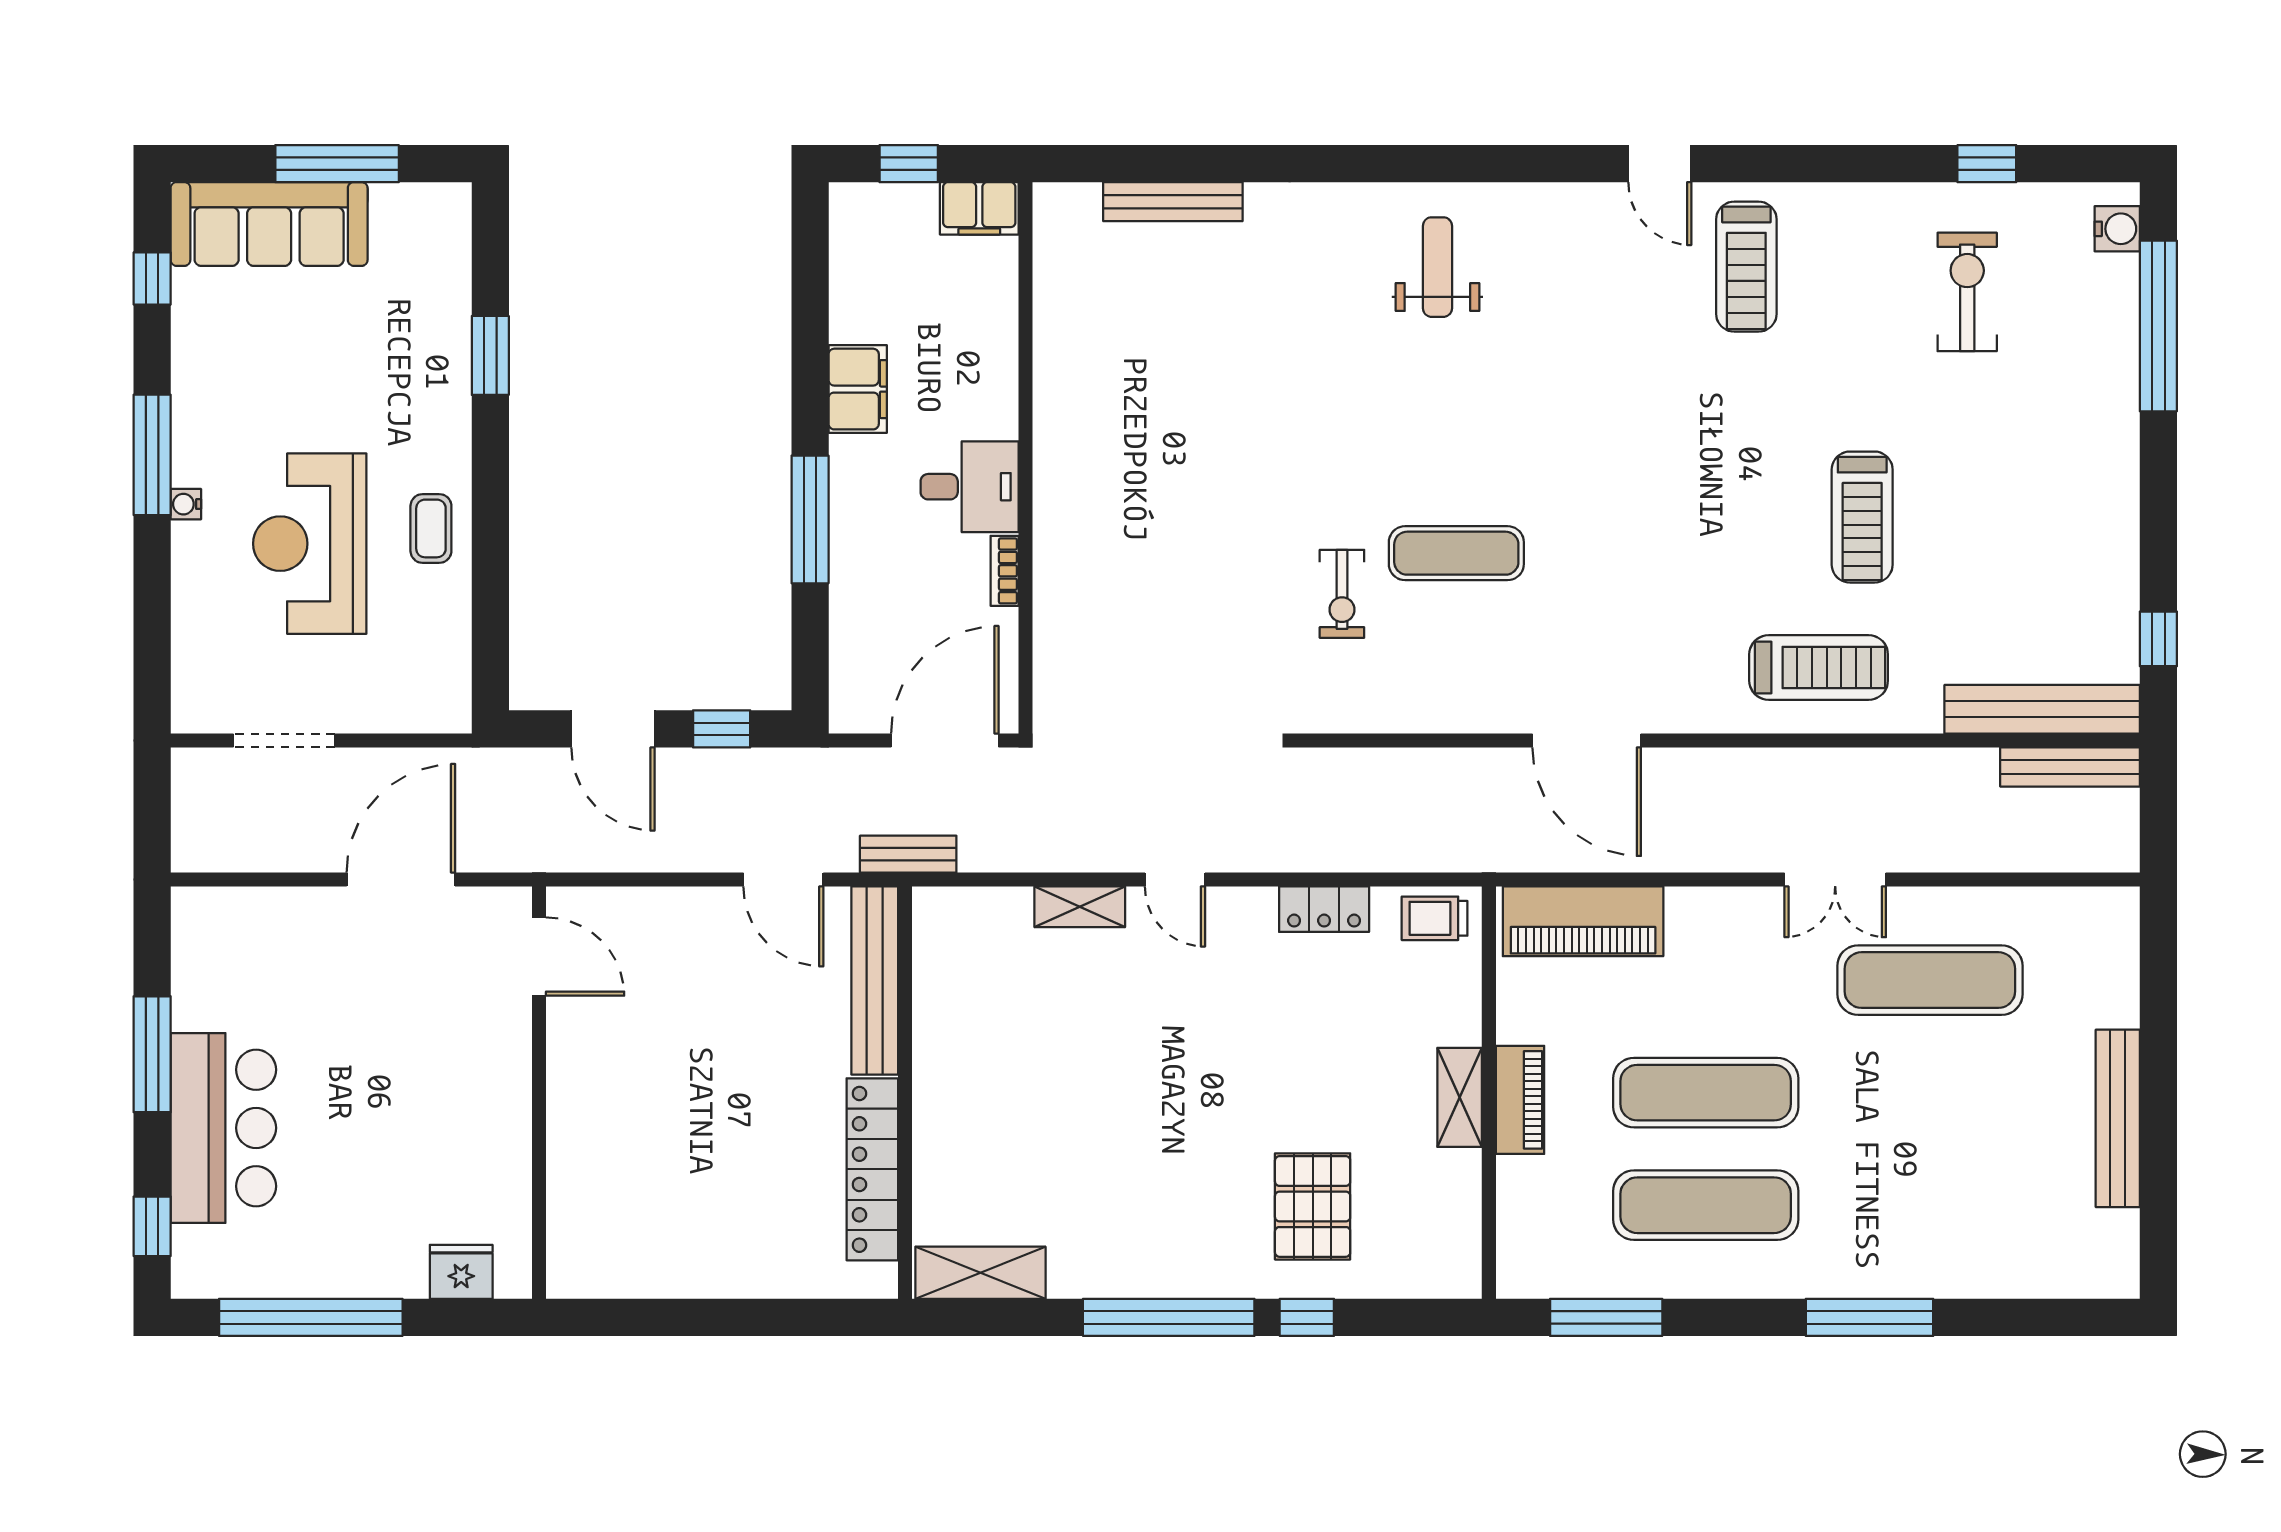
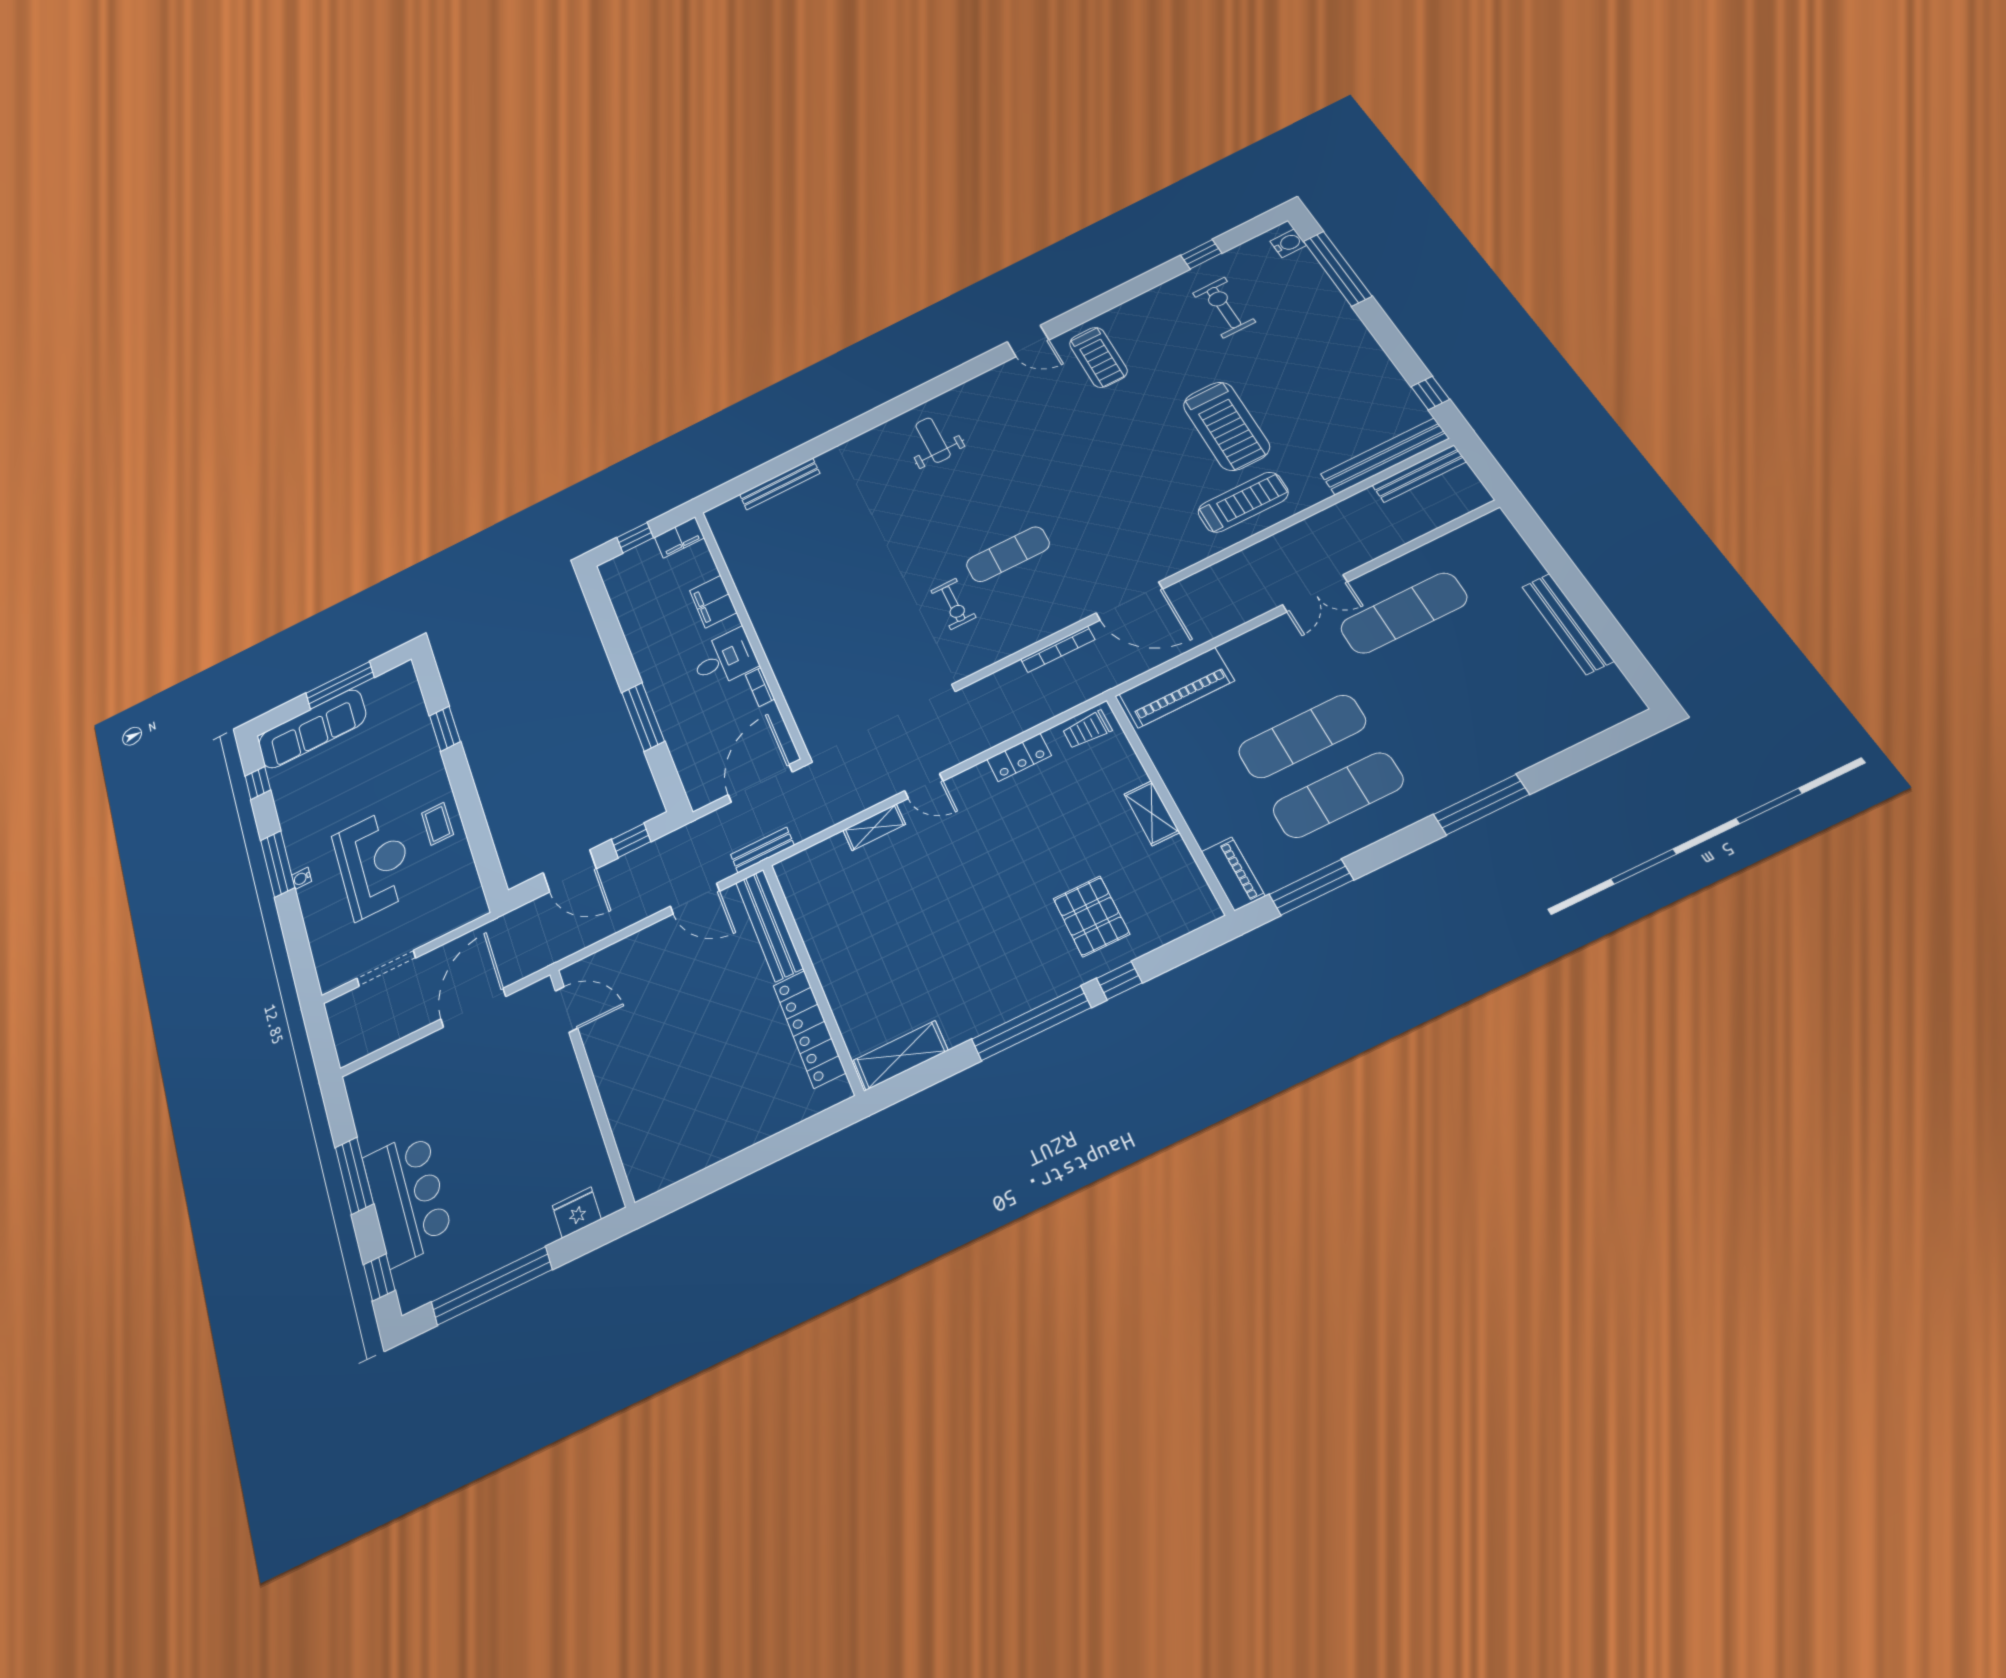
filing cabinet: (858, 389) -> (713, 602), moved, turned 180
treadmill: (1862, 517) -> (1226, 426), width x1.37, depth x1.38
reception desk: (310, 544) -> (374, 864), turned 180
bookcase: (1453, 762) -> (1058, 649), added
piano: (1520, 1100) -> (1233, 874), moved

